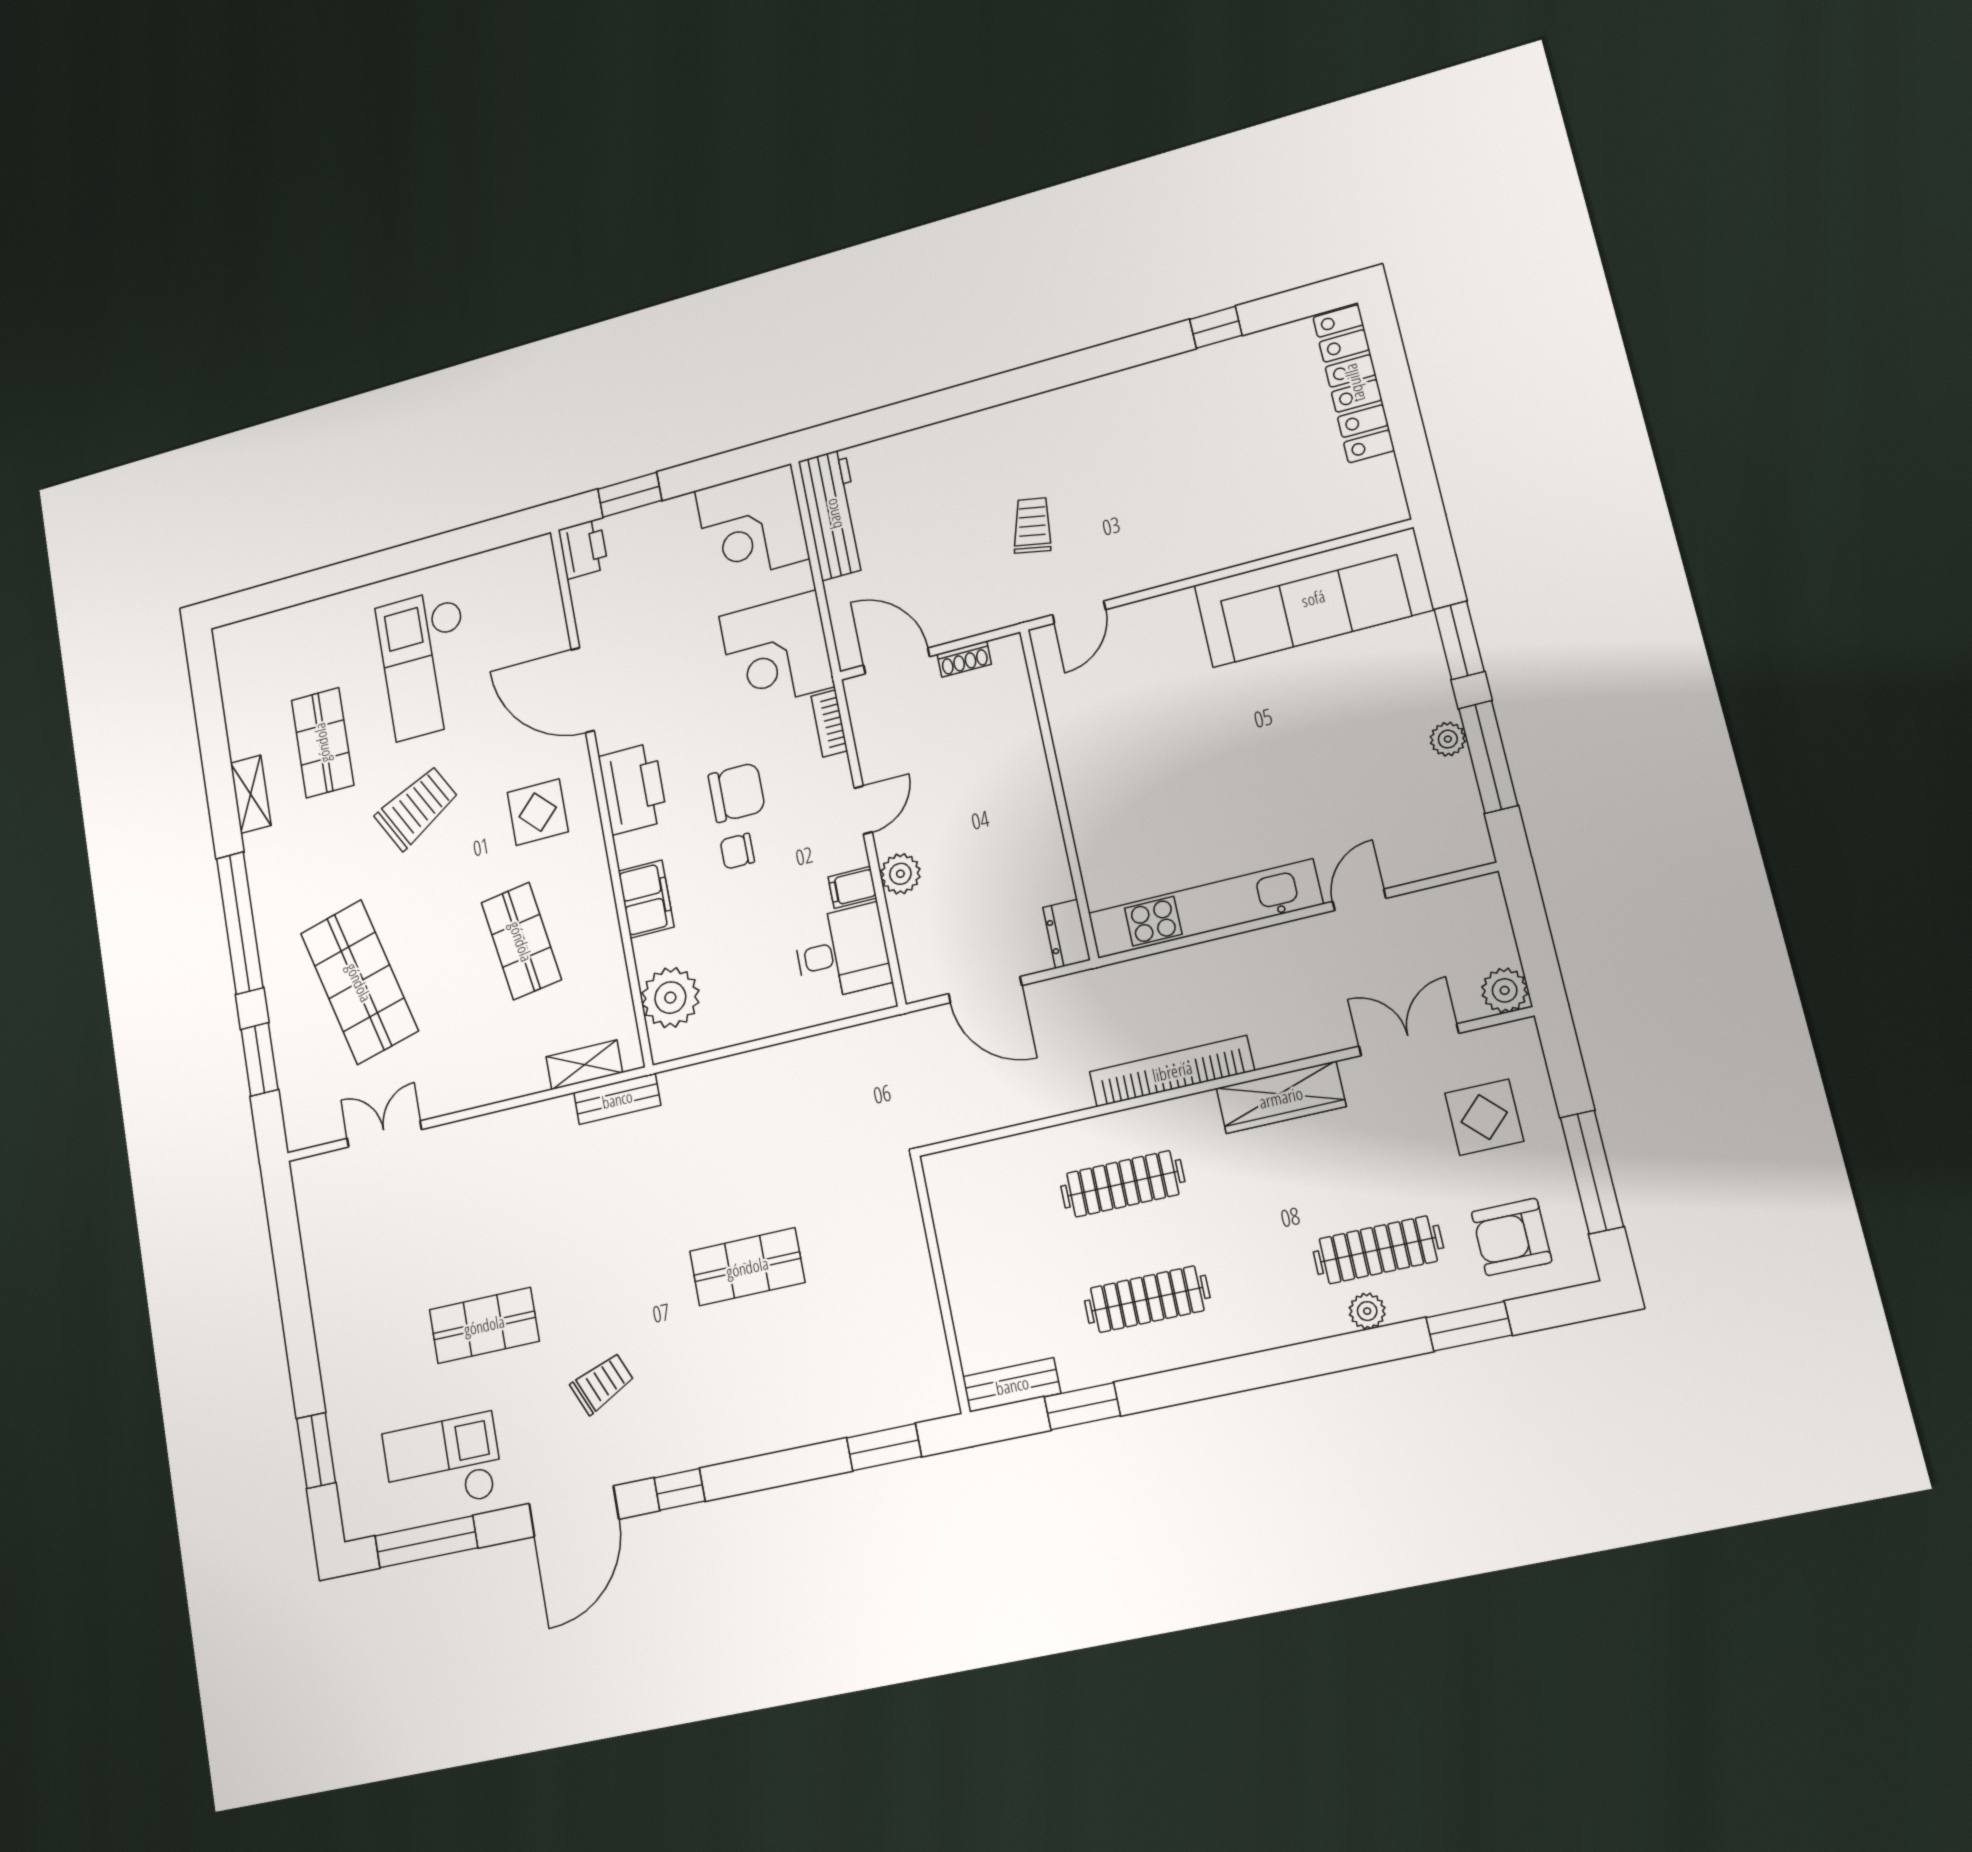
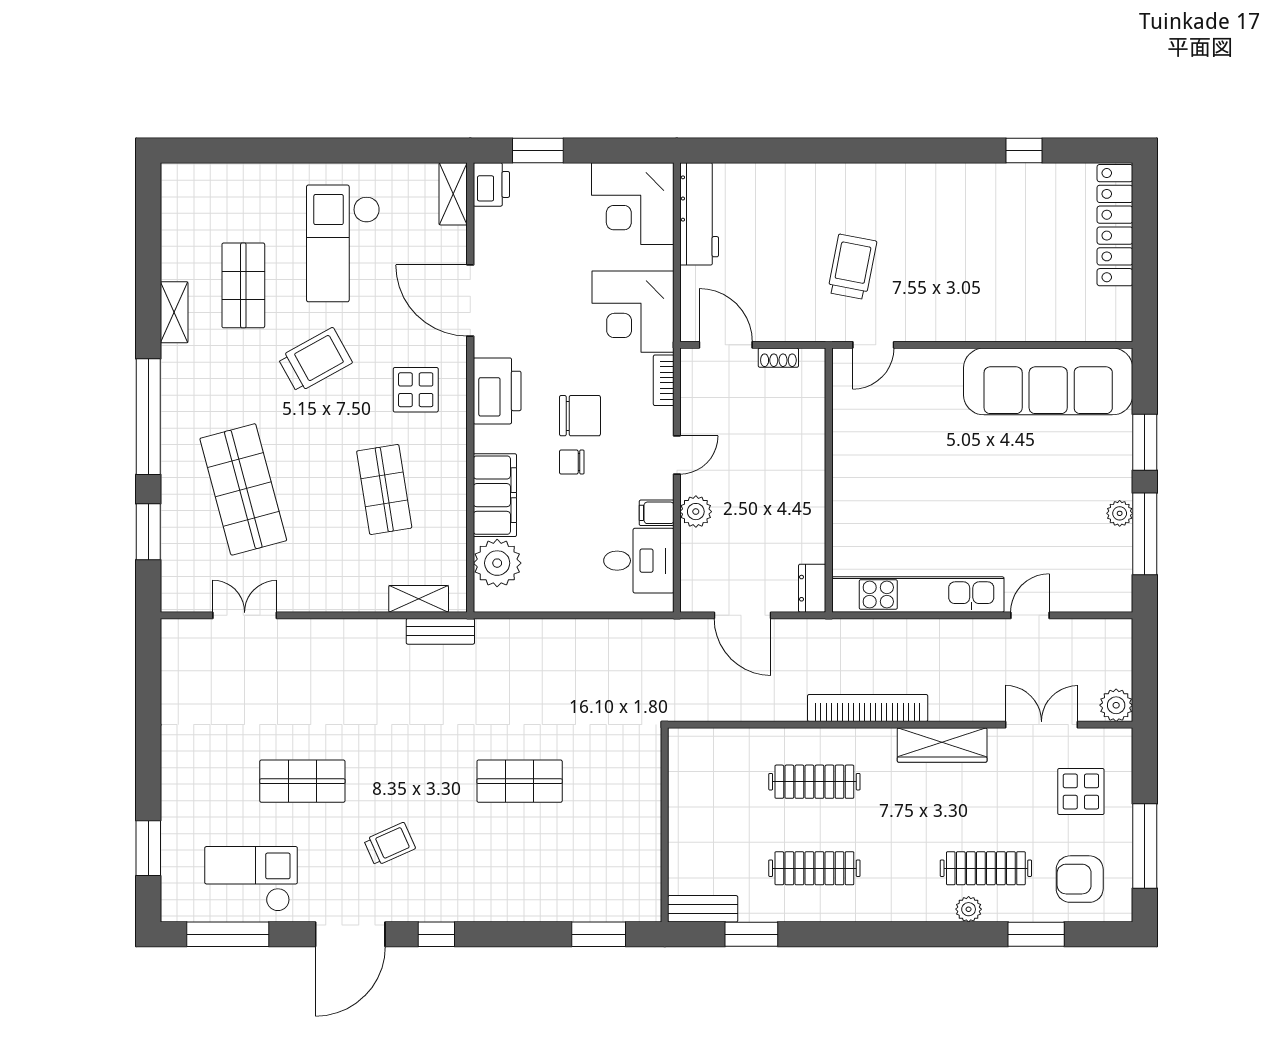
trolley: (1032, 525) -> (852, 267), width x1.36, depth x1.39
shelving: (541, 572) -> (453, 194), added
filing cabinet: (646, 899) -> (495, 495), width x1.50, depth x1.17

